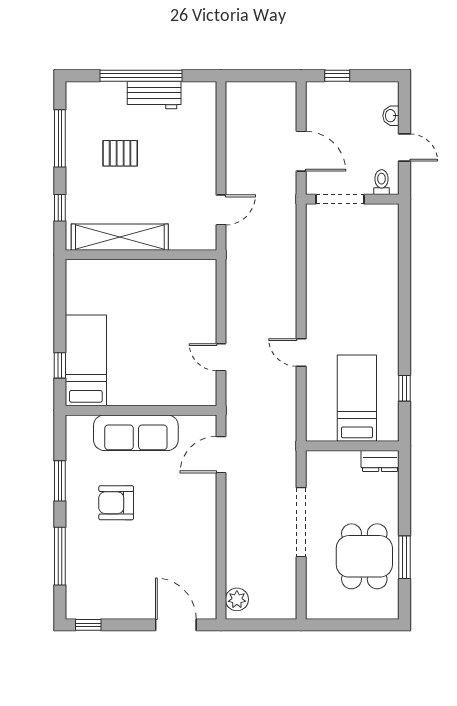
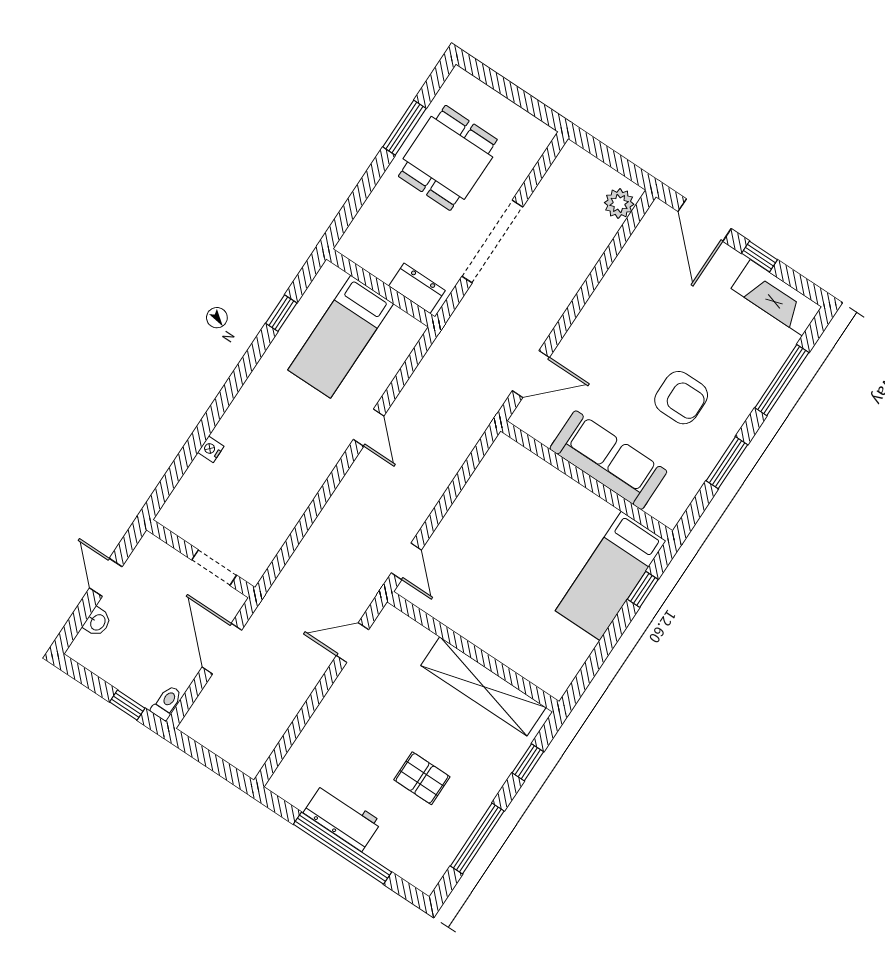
toilet: (382, 182) -> (167, 703), moved, turned 180
doorway: (340, 199) -> (214, 568), width x0.73
nightstand: (392, 273) -> (211, 449), added
door: (221, 357) -> (406, 561), moved
dresser: (380, 461) -> (417, 288), moved
fireplace: (98, 606) -> (776, 298), added
window: (88, 625) -> (760, 257), moved

